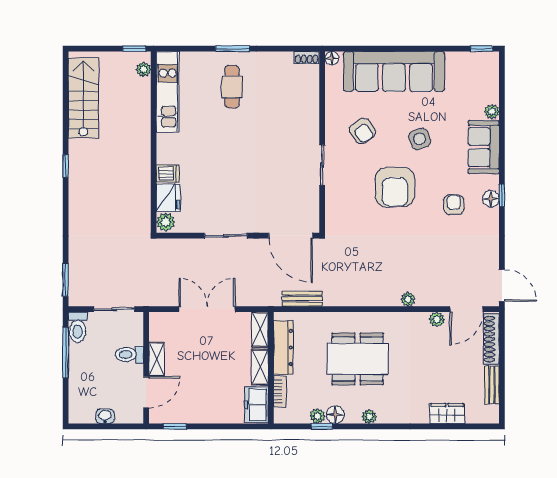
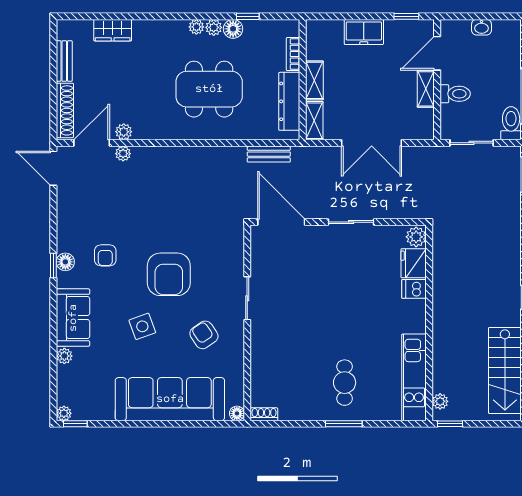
plant: (492, 58) -> (64, 413), added
armchair: (395, 187) -> (169, 274), turned 180
plant: (408, 299) -> (123, 154), moved
freezer: (256, 405) -> (364, 32), moved, turned 90
plant: (318, 416) -> (214, 27), moved

